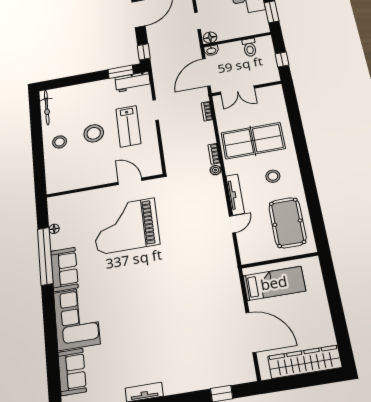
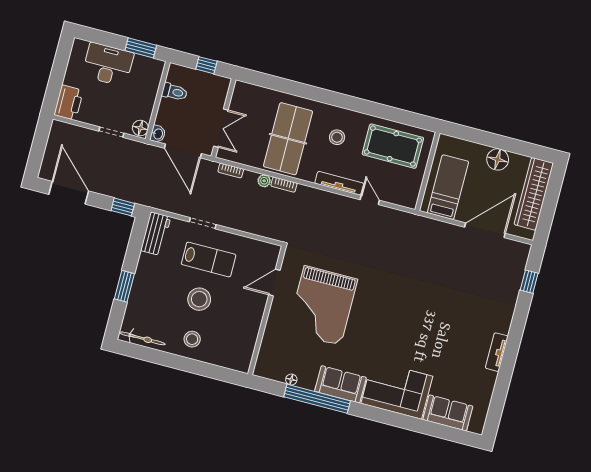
window: (121, 72) -> (124, 286), moved
plant: (215, 170) -> (264, 181), moved
floor lamp: (320, 315) -> (498, 159), added

